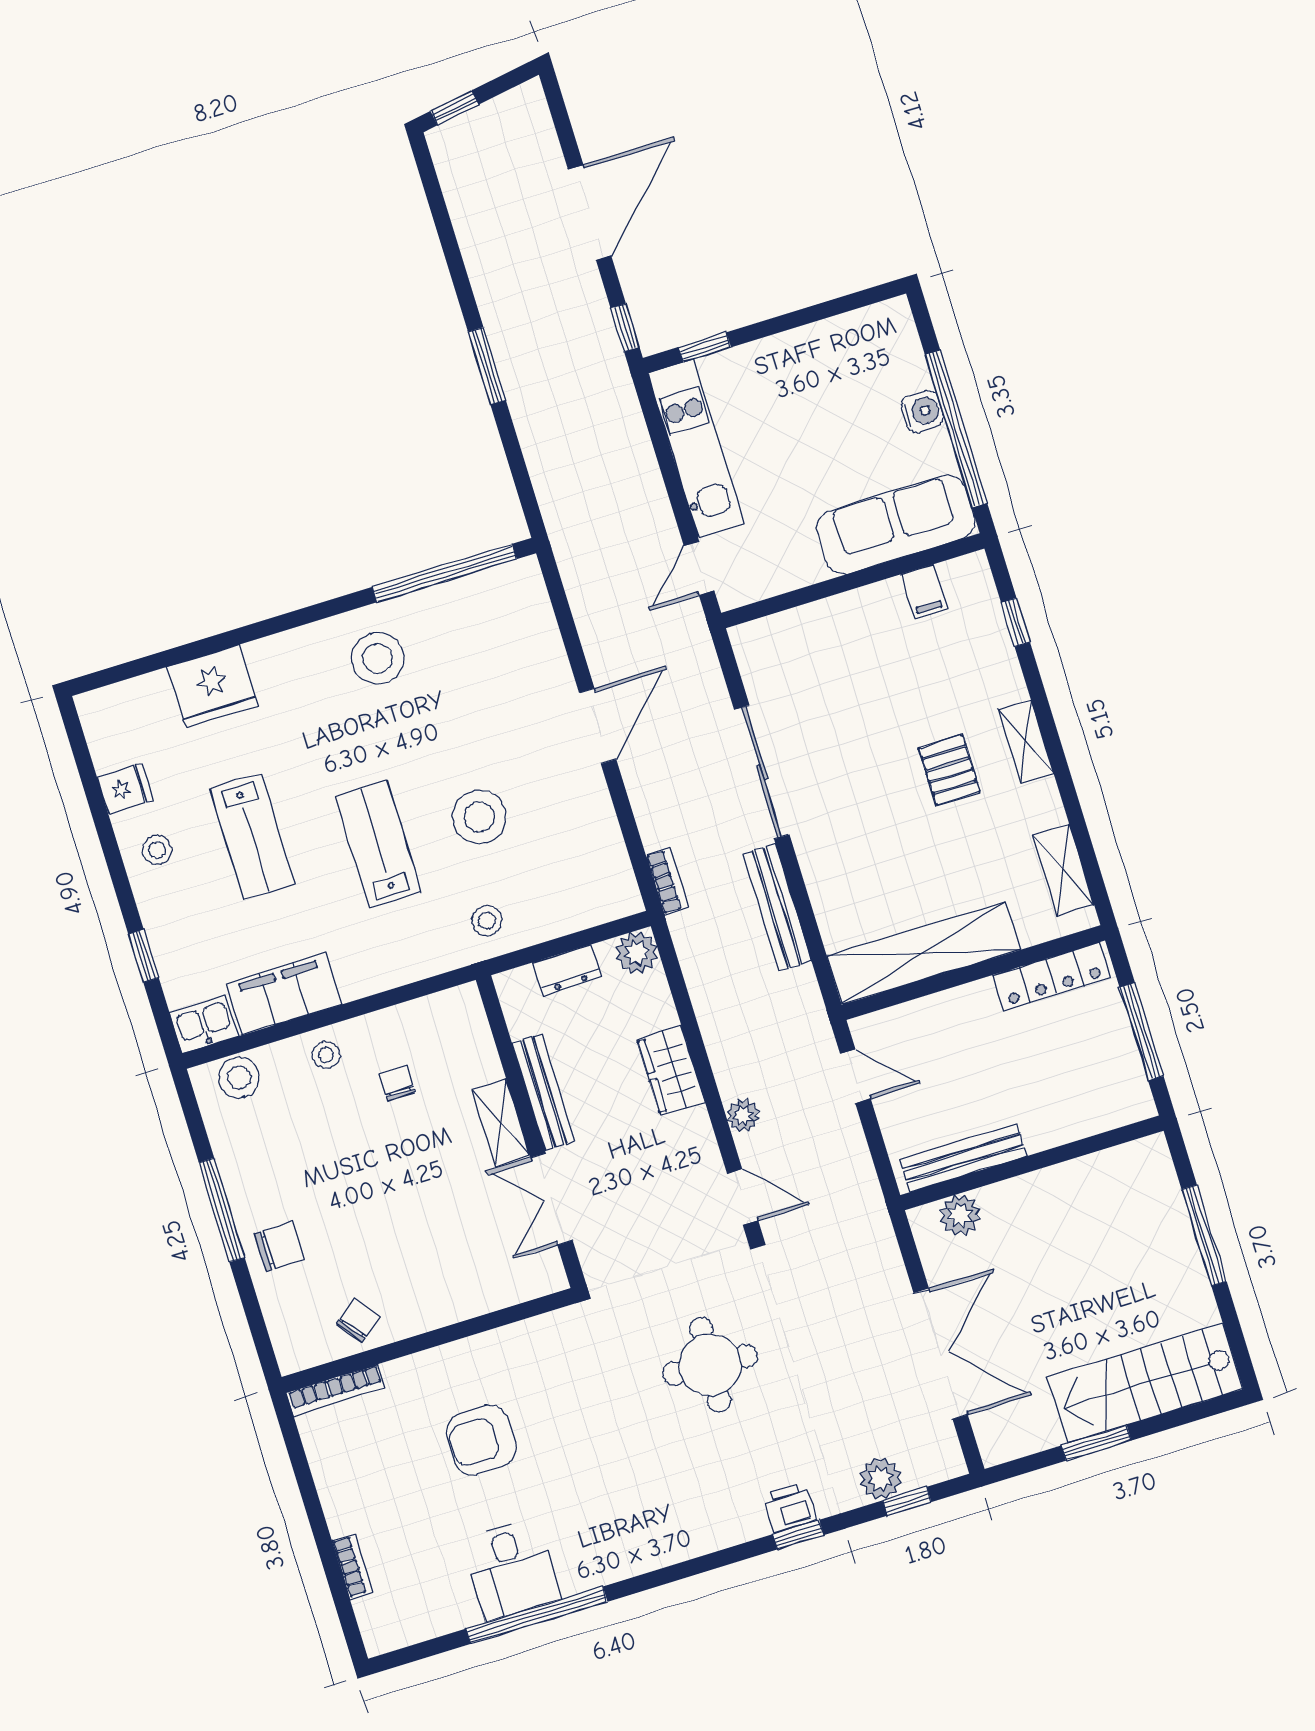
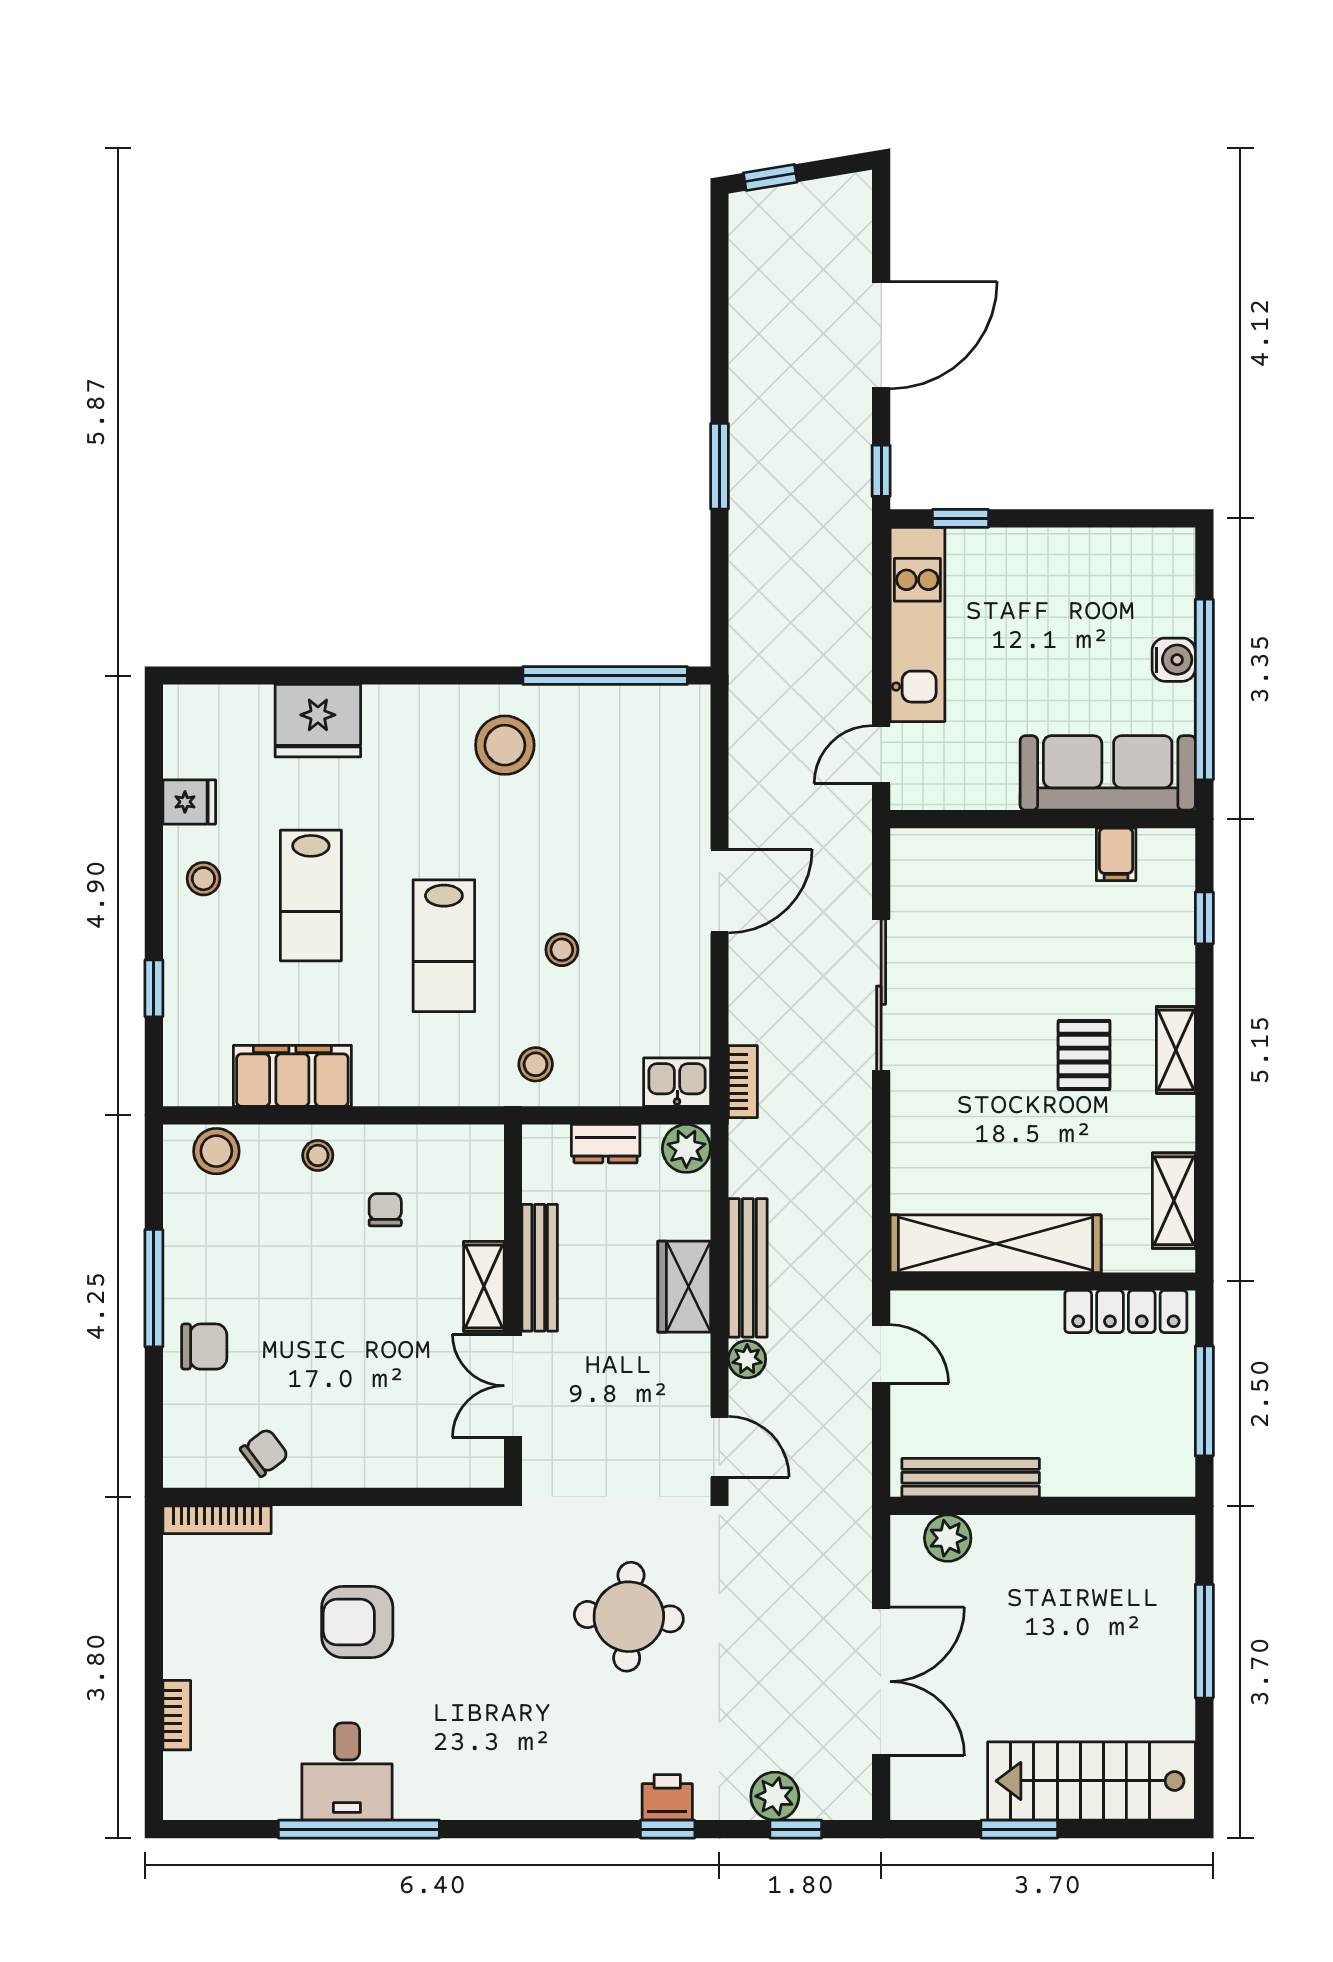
stool: (479, 817) -> (562, 950), width x0.53, depth x0.53
lab bench: (378, 844) -> (444, 946), turned 180
bench: (777, 908) -> (748, 1268), moved
kitchen sink: (204, 1024) -> (677, 1082), moved

